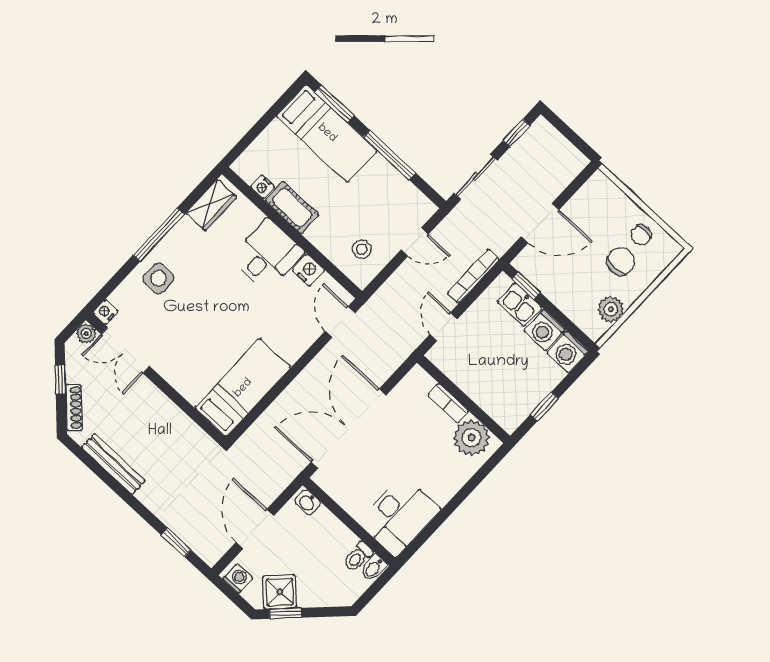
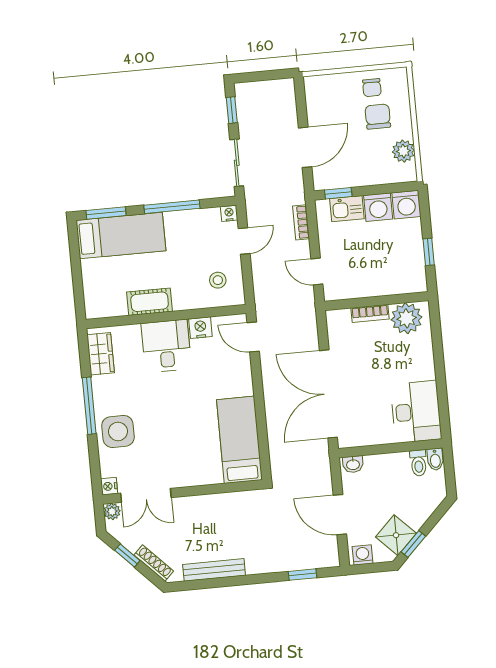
nightstand: (263, 187) -> (229, 213), moved, turned 180
bookcase: (473, 276) -> (301, 222), width x0.64
side table: (158, 278) -> (118, 431), width x1.37, depth x1.37

